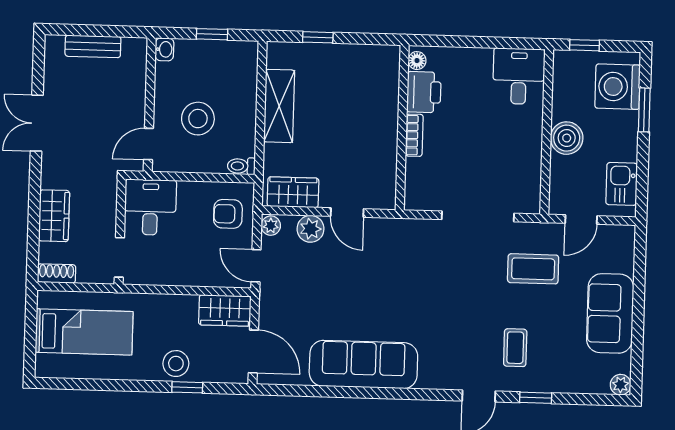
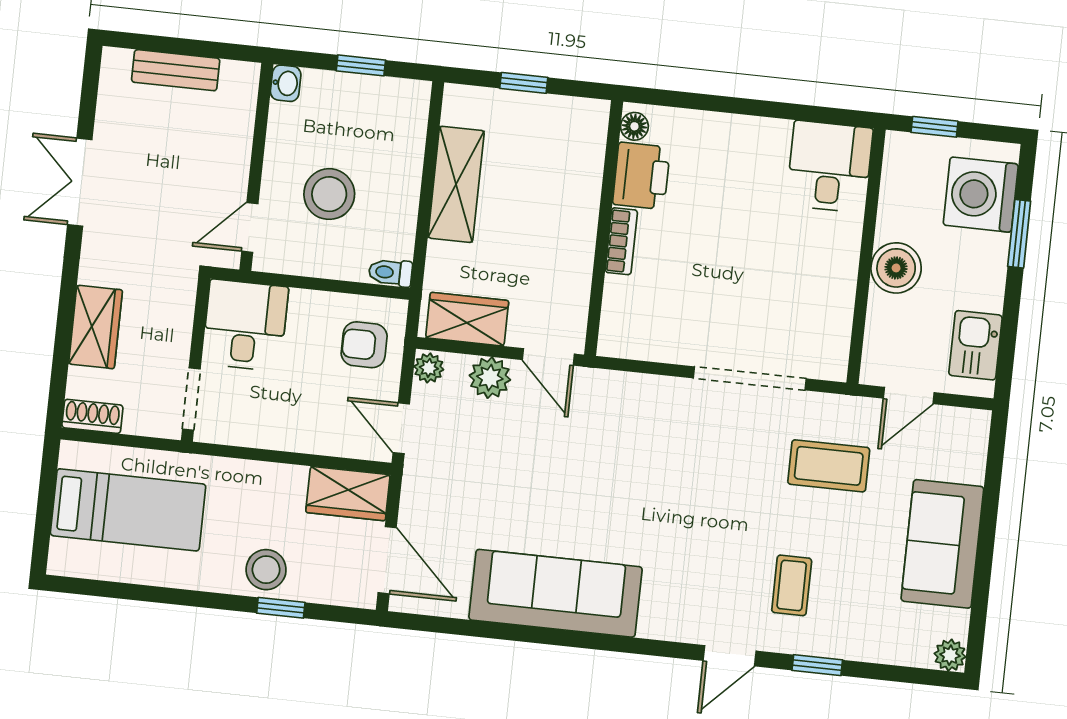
floor lamp: (417, 61) -> (634, 126), moved
printer: (424, 92) -> (641, 176), moved
wall: (402, 128) -> (604, 228), moved
bookcase: (414, 135) -> (621, 241), moved

